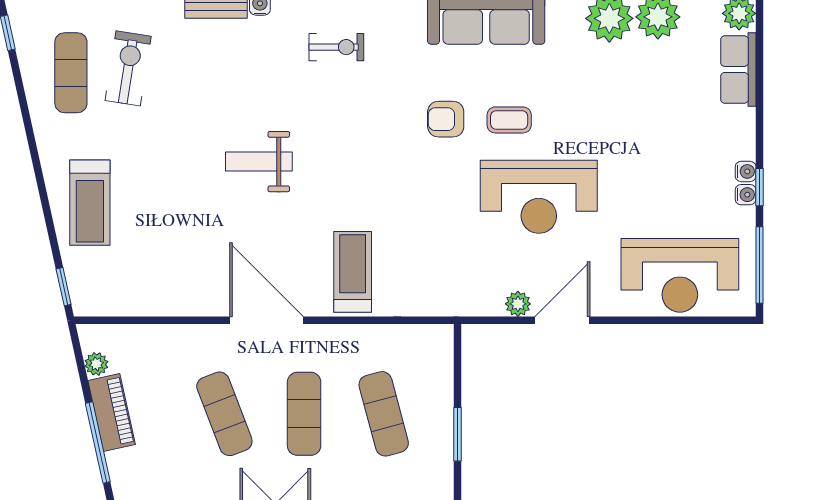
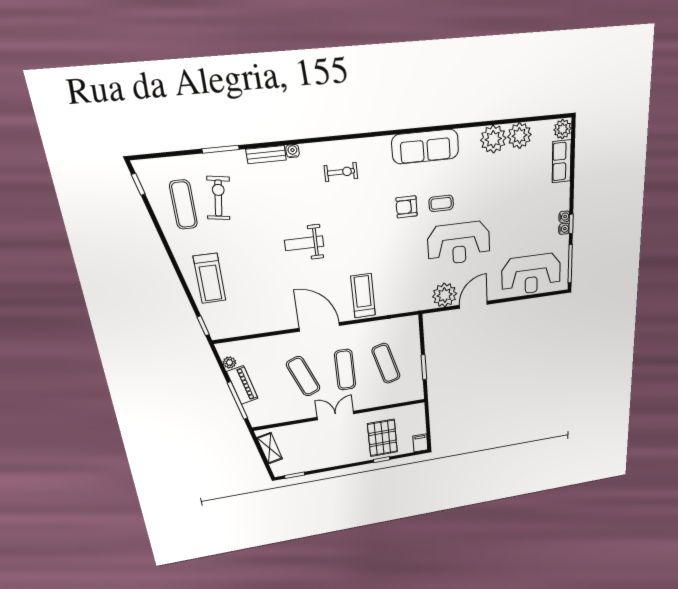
plant: (518, 304) -> (445, 295), width x1.88, depth x1.88

